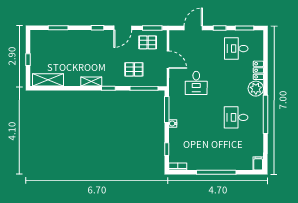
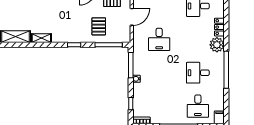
door: (168, 60) -> (132, 17), hinge flipped
pallet: (134, 69) -> (99, 26), turned 90
shelving: (91, 81) -> (41, 38), moved
desk: (236, 152) -> (198, 106), added

